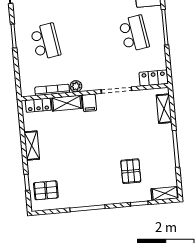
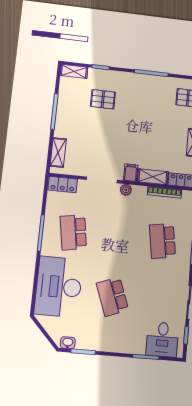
plant: (76, 86) -> (126, 190), moved
pallet: (131, 171) -> (103, 99), turned 90

